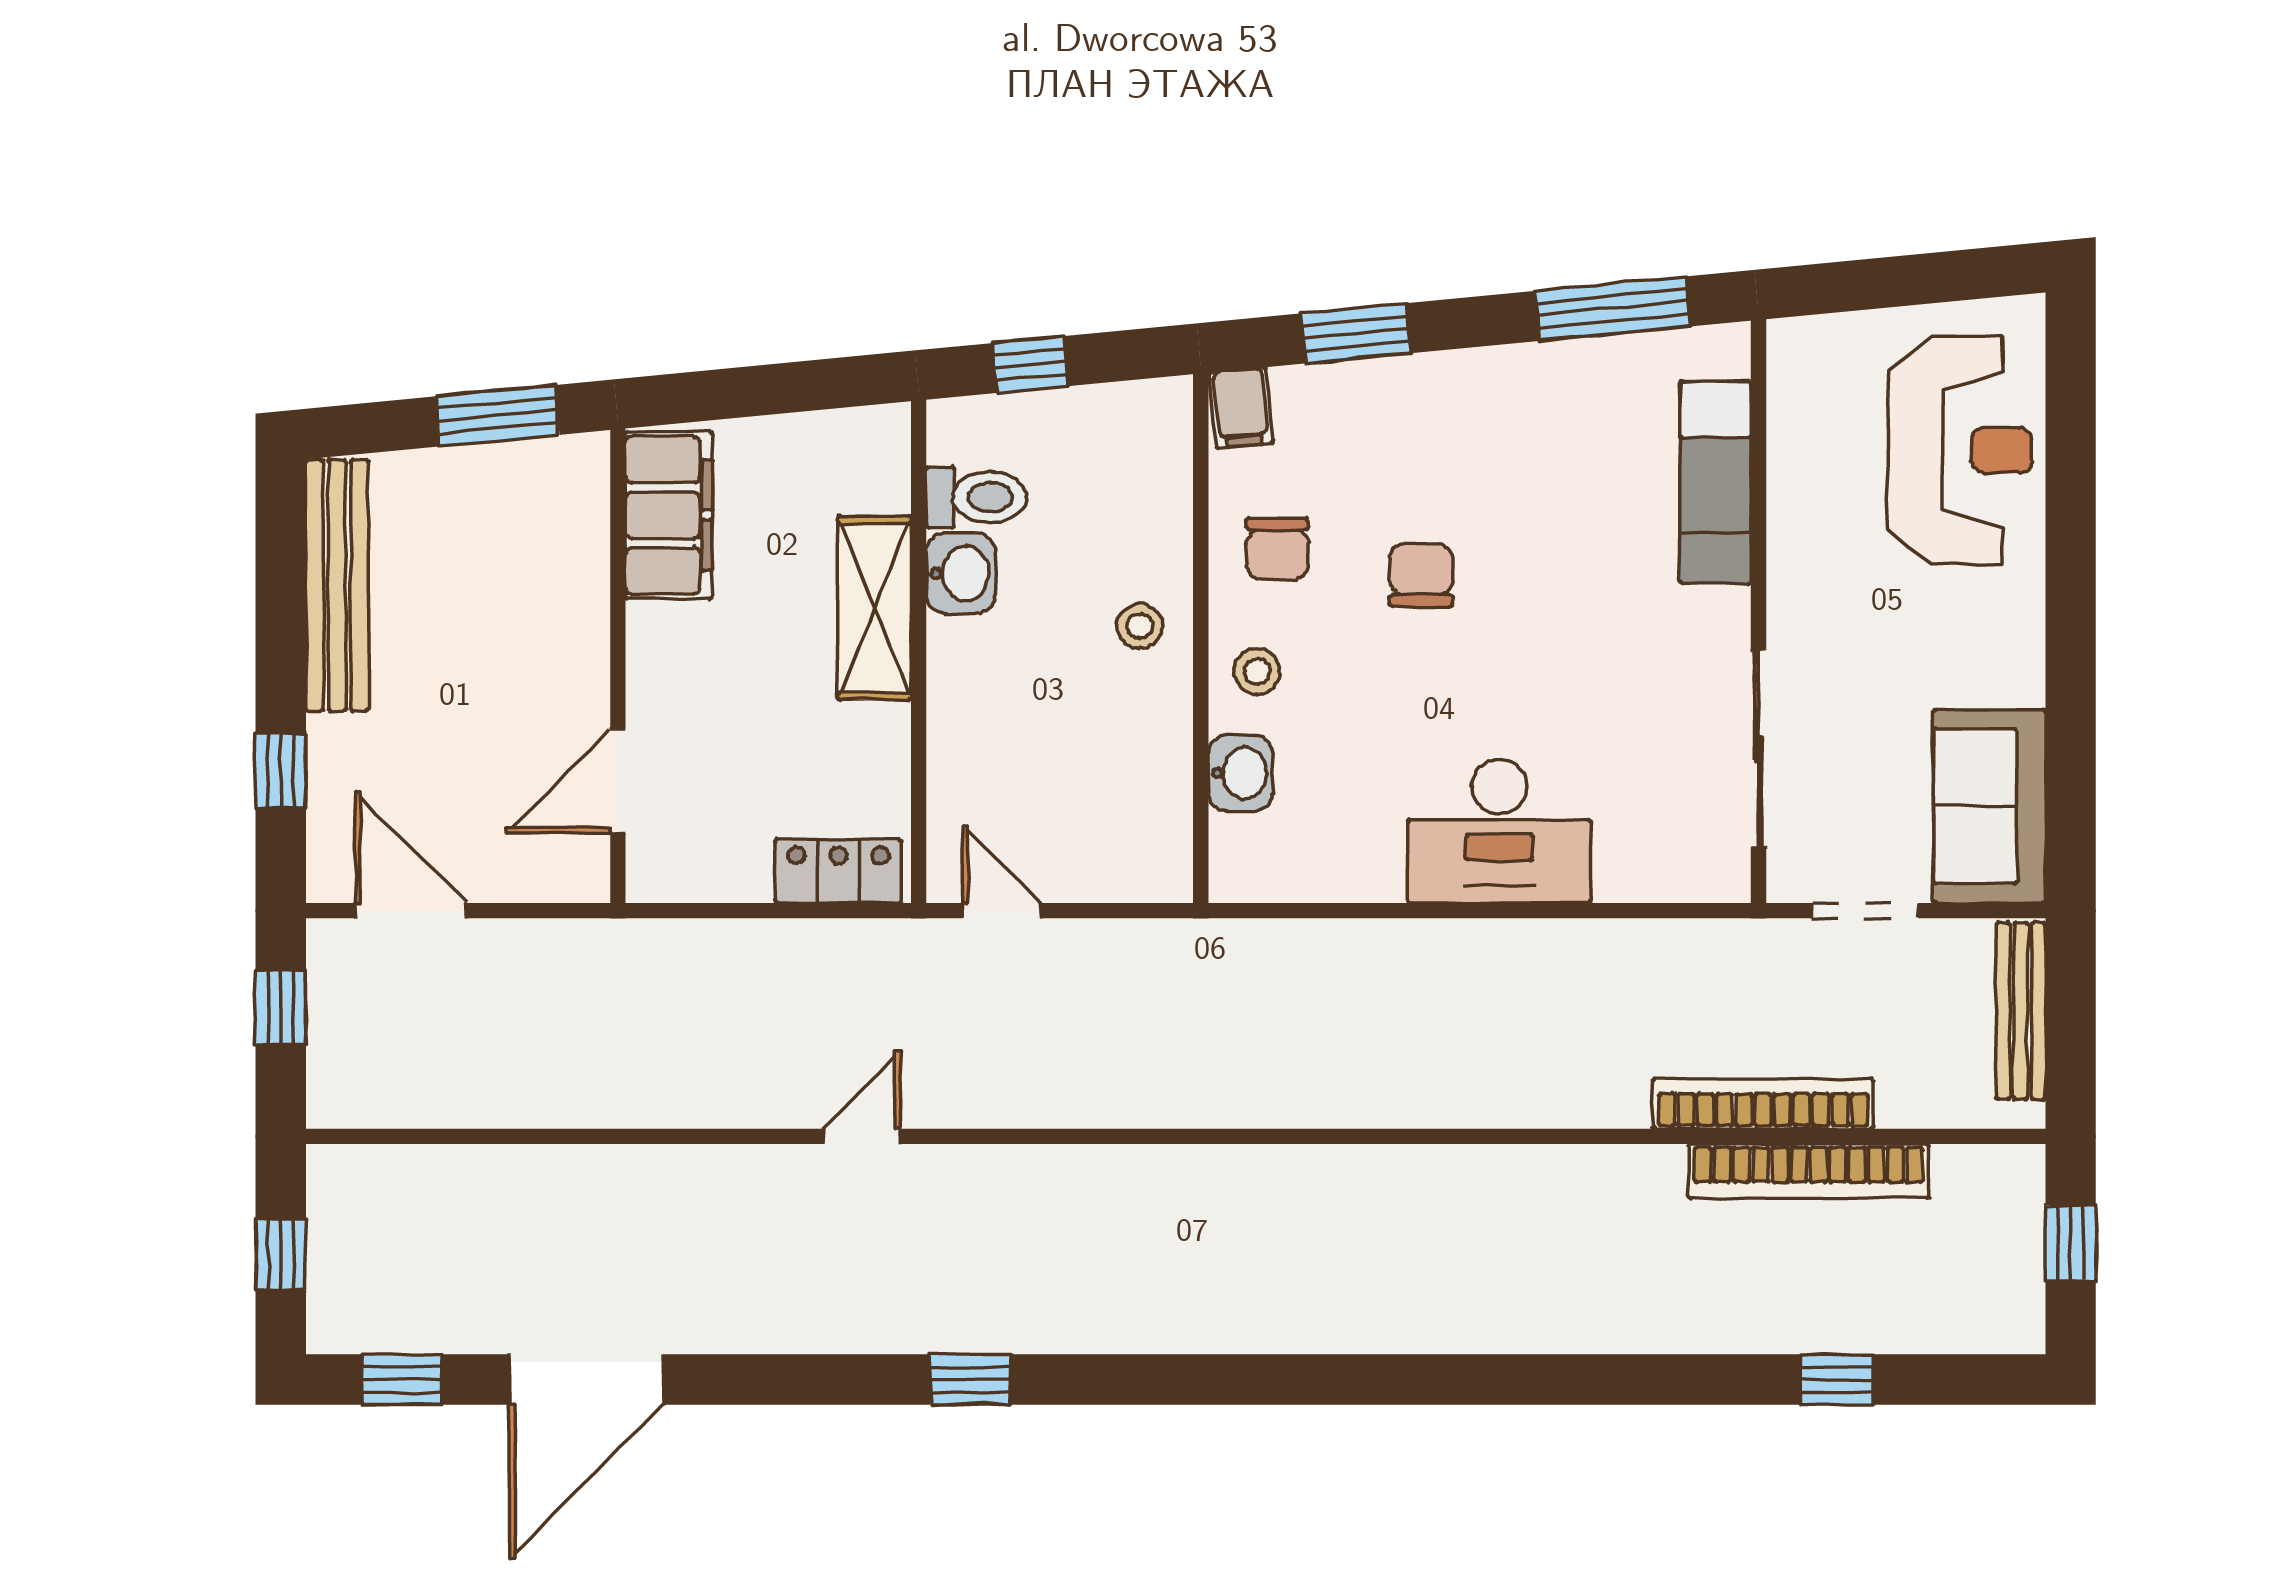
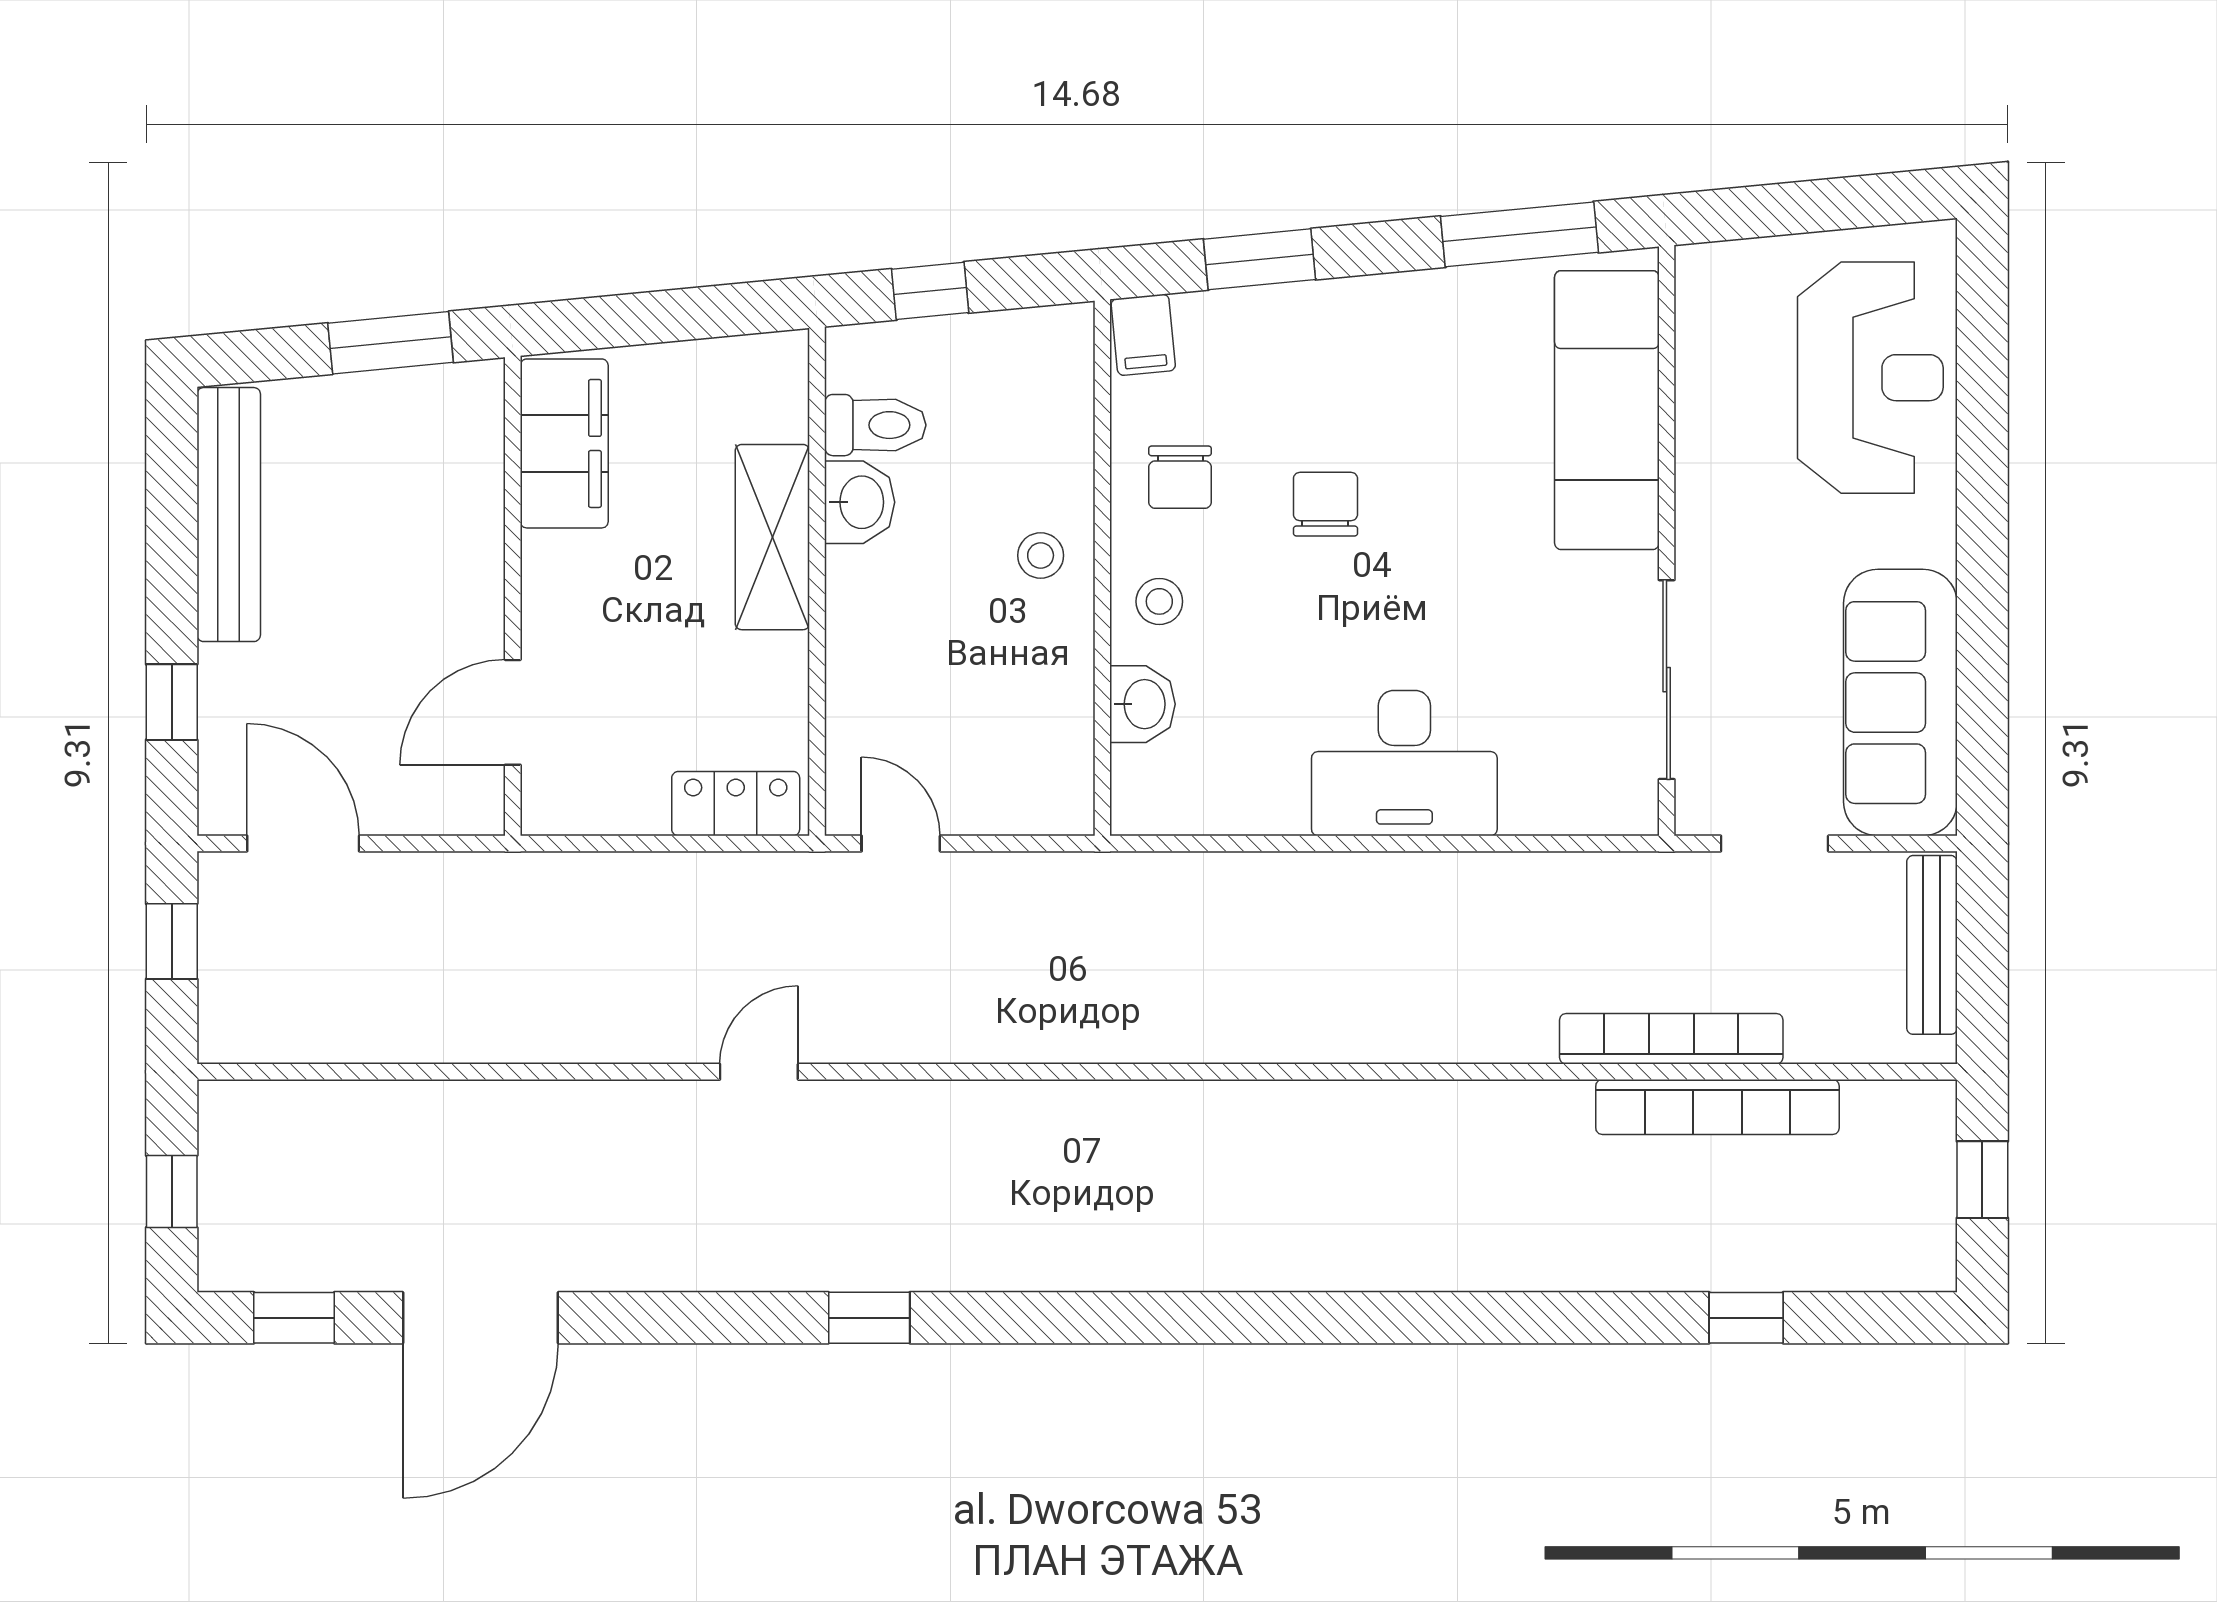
exam couch: (1716, 482) -> (1607, 410), width x1.36, depth x1.45
sofa: (1989, 806) -> (1900, 703), width x1.36

